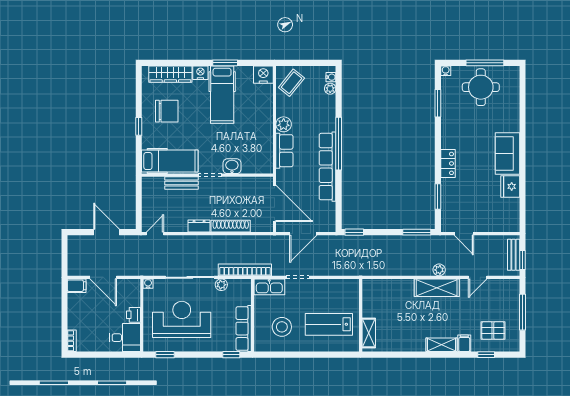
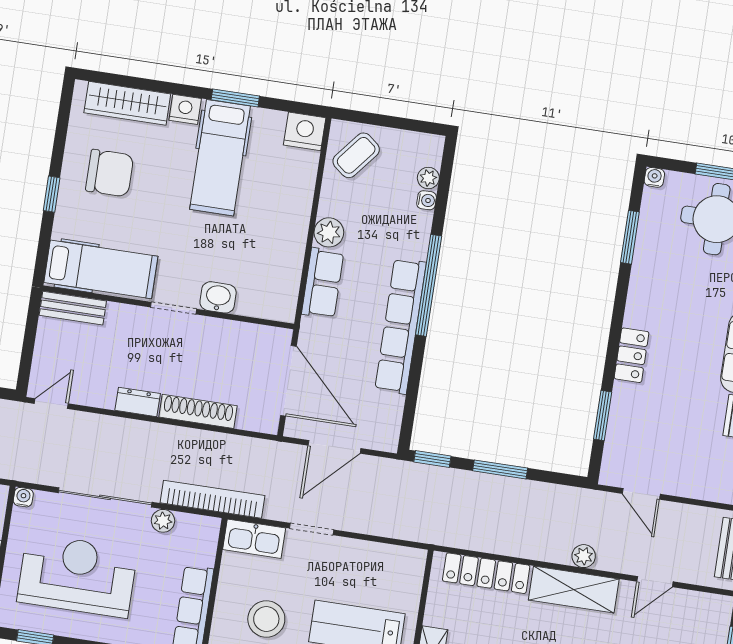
water cooler: (331, 77) -> (427, 200), moved
bench: (181, 183) -> (73, 308), moved
window: (417, 232) -> (500, 469), moved
locker: (391, 286) -> (486, 573), added

